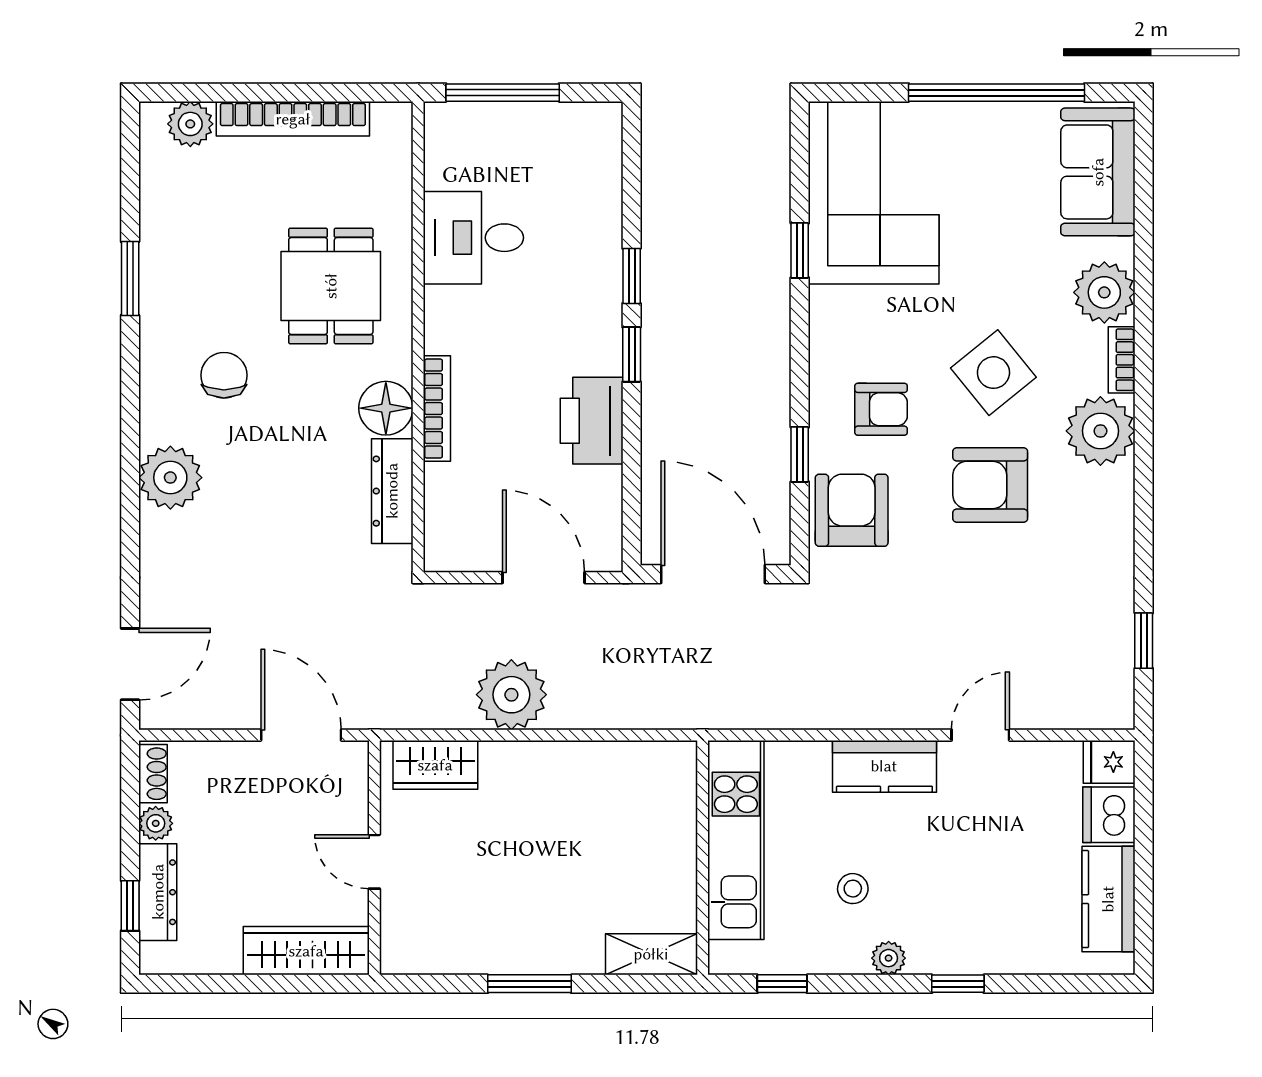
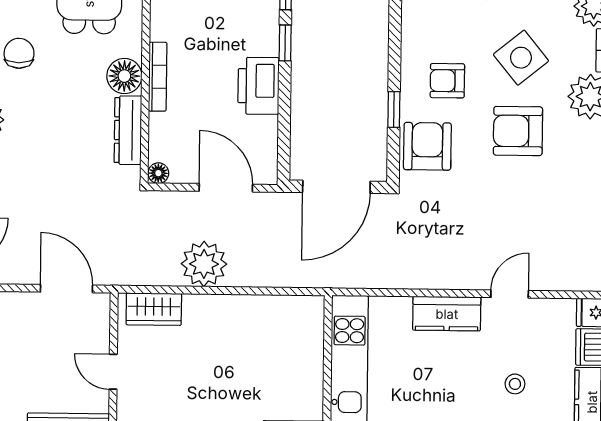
armchair: (881, 409) -> (447, 81), turned 180
floor lamp: (440, 556) -> (158, 173), added
door: (713, 574) -> (336, 187), swing flipped
stool: (853, 889) -> (515, 384), moved

